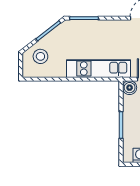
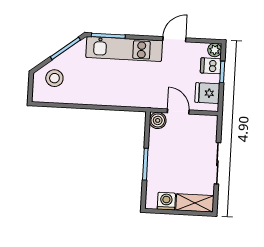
kitchen unit: (98, 69) -> (124, 49), moved, turned 180

